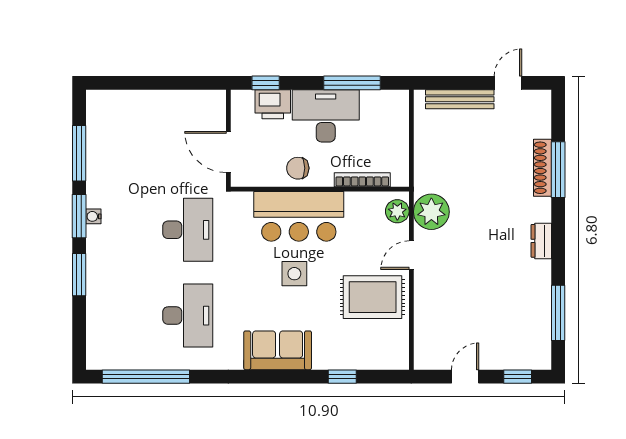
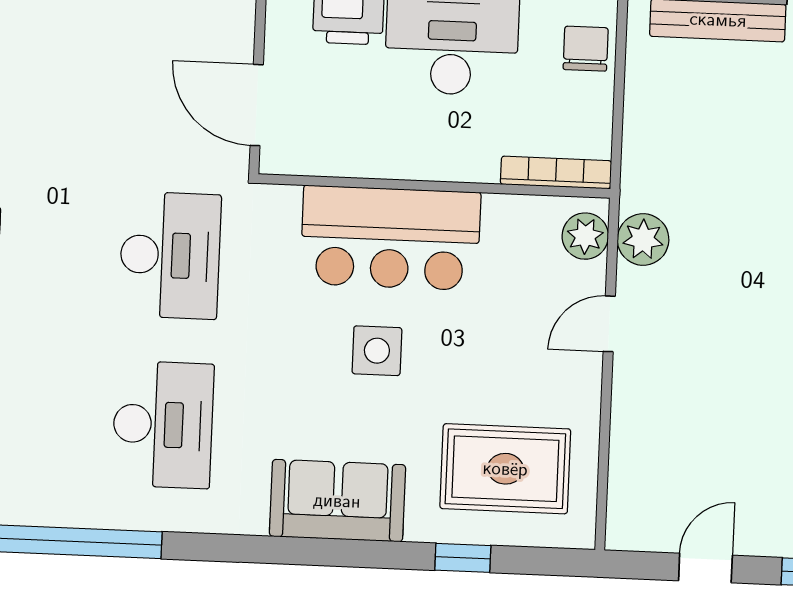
chair: (298, 168) -> (586, 49), moved, turned 90
bookcase: (362, 180) -> (556, 172), moved
plant: (431, 212) -> (643, 239), width x0.73, depth x0.73
rug: (373, 297) -> (505, 469), moved

